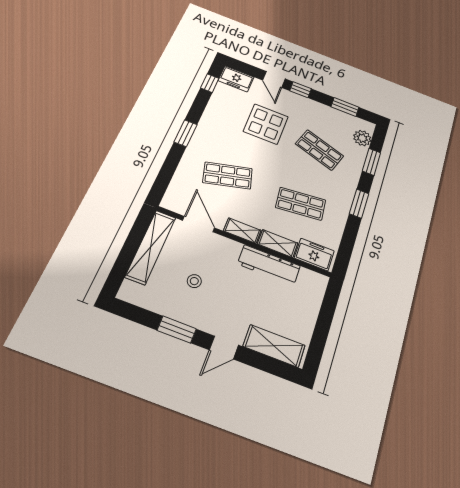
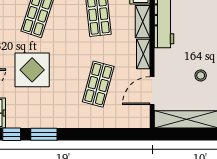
window: (186, 133) -> (44, 134), moved
shop shelf: (228, 176) -> (98, 84), turned 30

